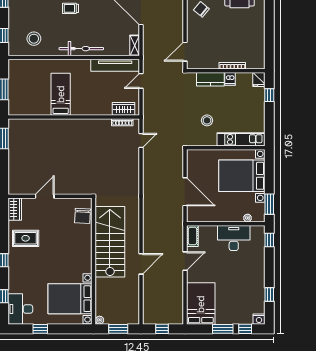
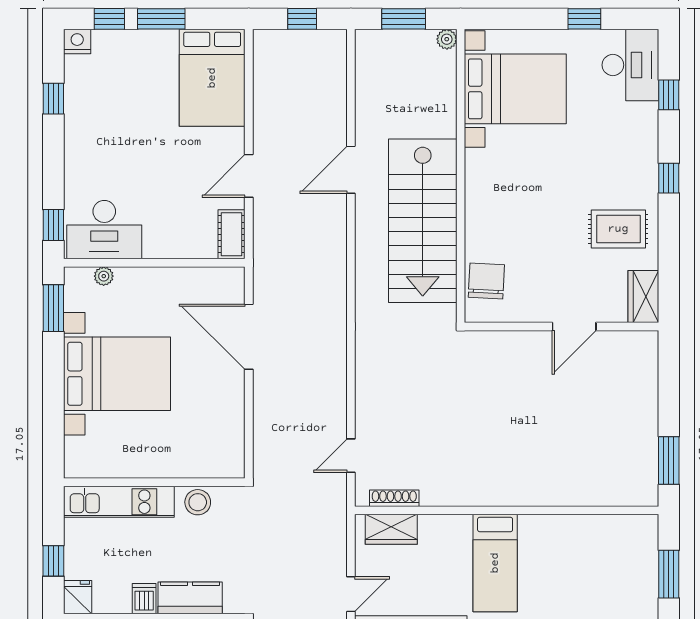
bed: (61, 94) -> (495, 563), moved
kitchen unit: (241, 139) -> (119, 502), moved
wall: (226, 148) -> (154, 482), moved
desk: (234, 238) -> (104, 230), moved

